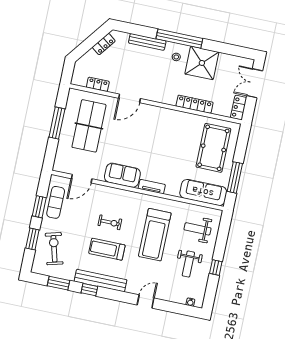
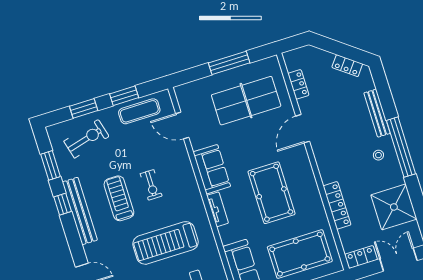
shower: (202, 63) -> (394, 207), moved
door: (129, 98) -> (303, 129), hinge flipped
pool table: (161, 144) -> (272, 193), added

